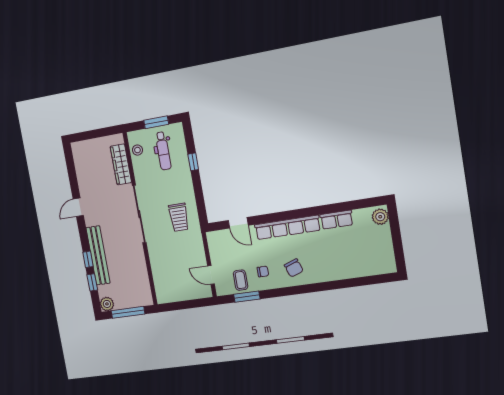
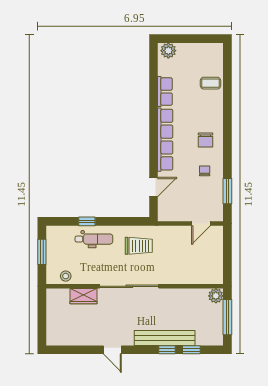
dental chair: (163, 151) -> (94, 239), moved
wardrobe: (121, 164) -> (84, 296), width x0.67
chair: (294, 268) -> (205, 140), turned 110
coffee table: (241, 280) -> (211, 83), moved
plant: (107, 304) -> (216, 296), moved

